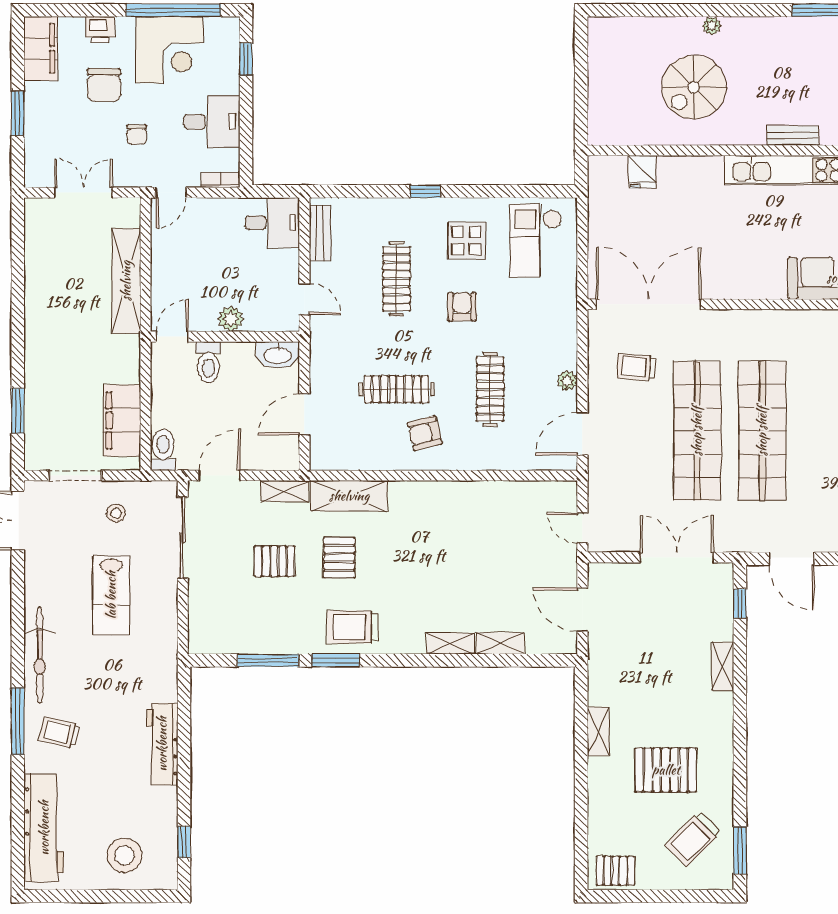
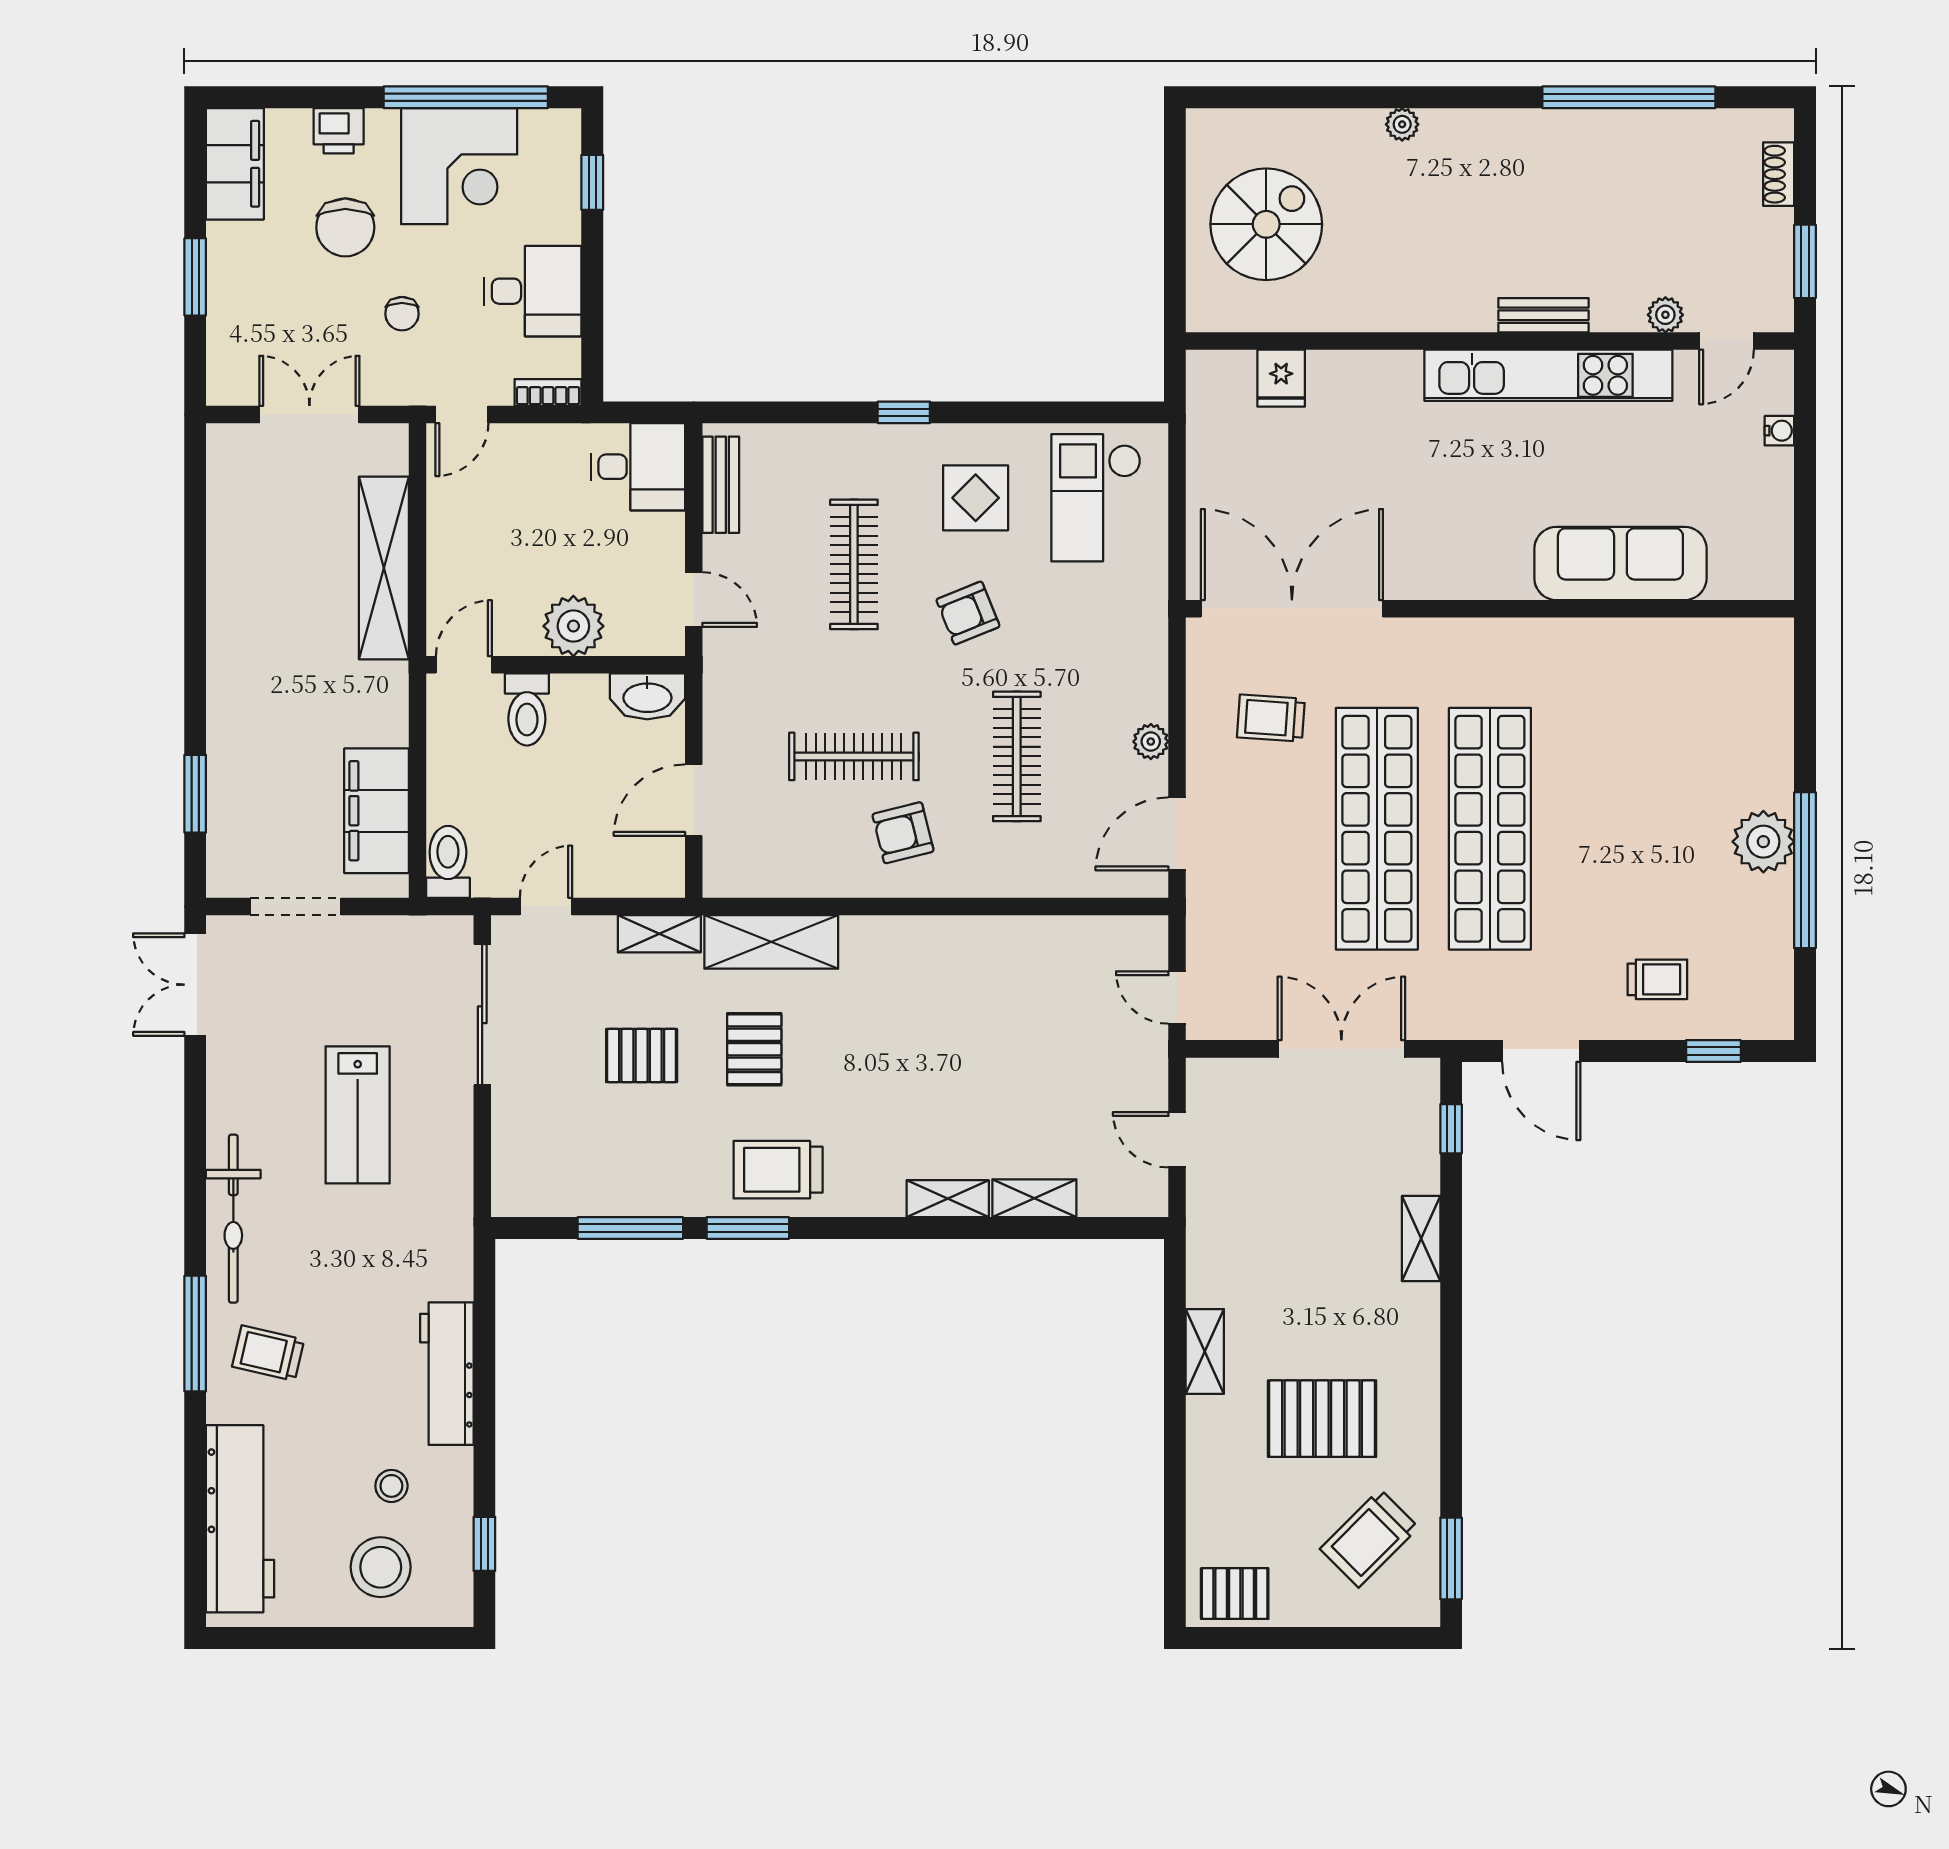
spiral stairs: (694, 87) -> (1266, 224), moved, turned 180
armchair: (462, 307) -> (968, 613), turned -112
plant: (231, 319) -> (573, 626), width x1.36, depth x1.36
door: (219, 476) -> (546, 906), width x0.73
stool: (116, 513) -> (391, 1486), moved
door: (582, 610) -> (1177, 1140), width x0.73

